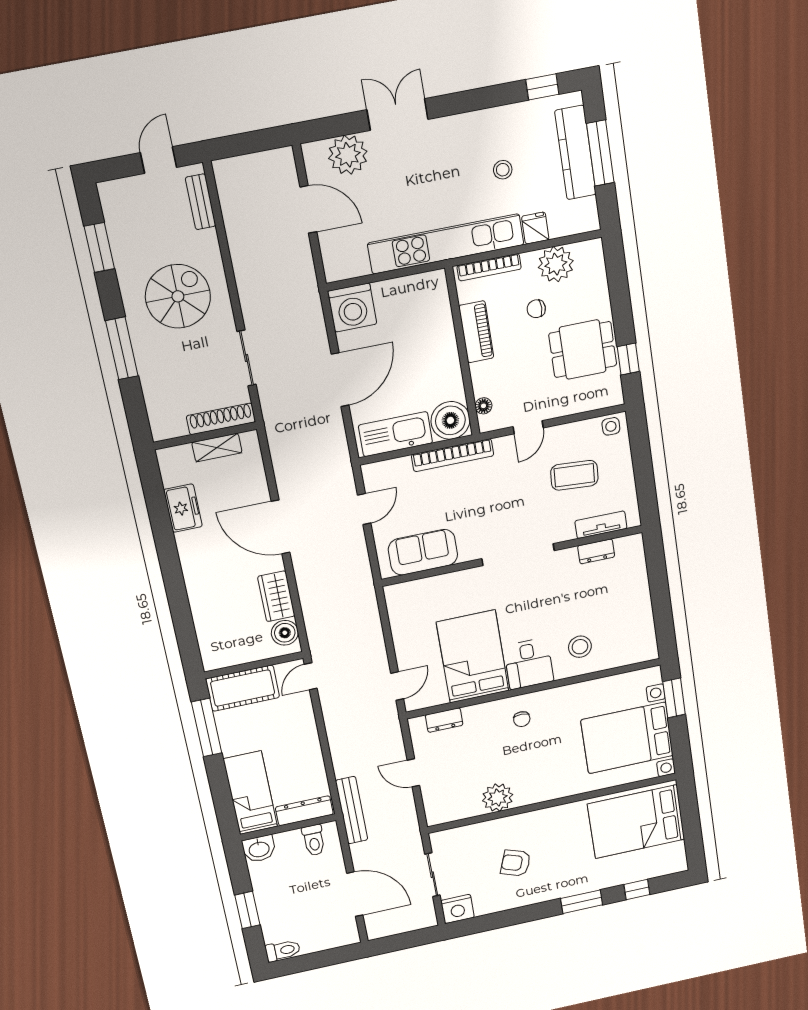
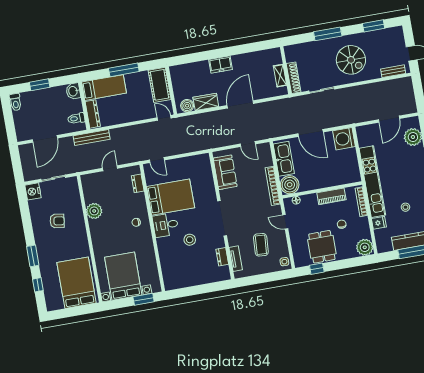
plant: (556, 264) -> (365, 247), moved
freezer: (183, 508) -> (220, 65), moved
stool: (580, 647) -> (190, 240), moved
window: (207, 728) -> (124, 70), moved
armchair: (516, 863) -> (57, 221), turned 78

